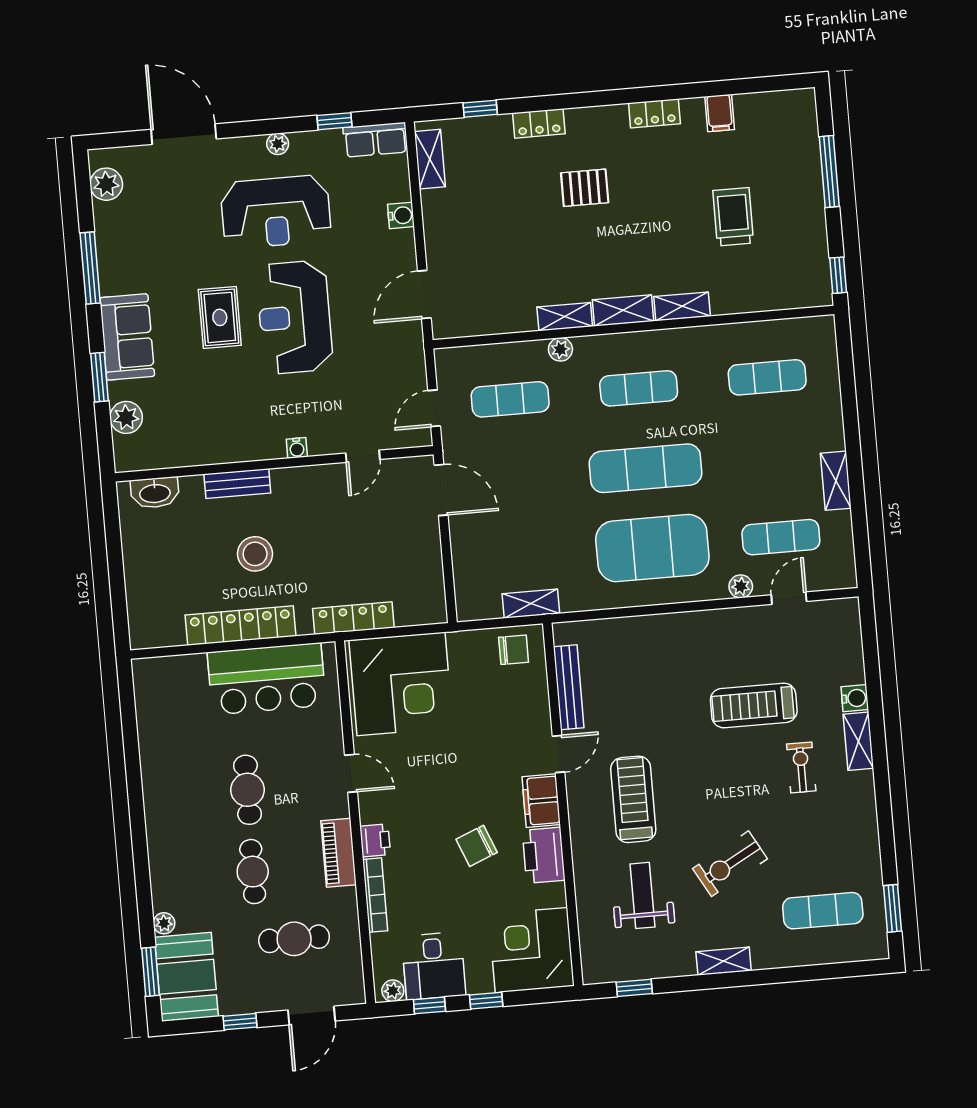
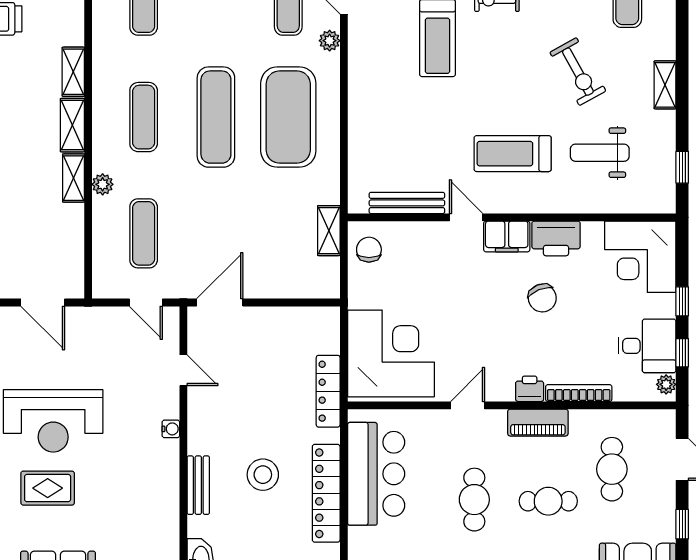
cafe table: (248, 790) -> (474, 500), turned 90

